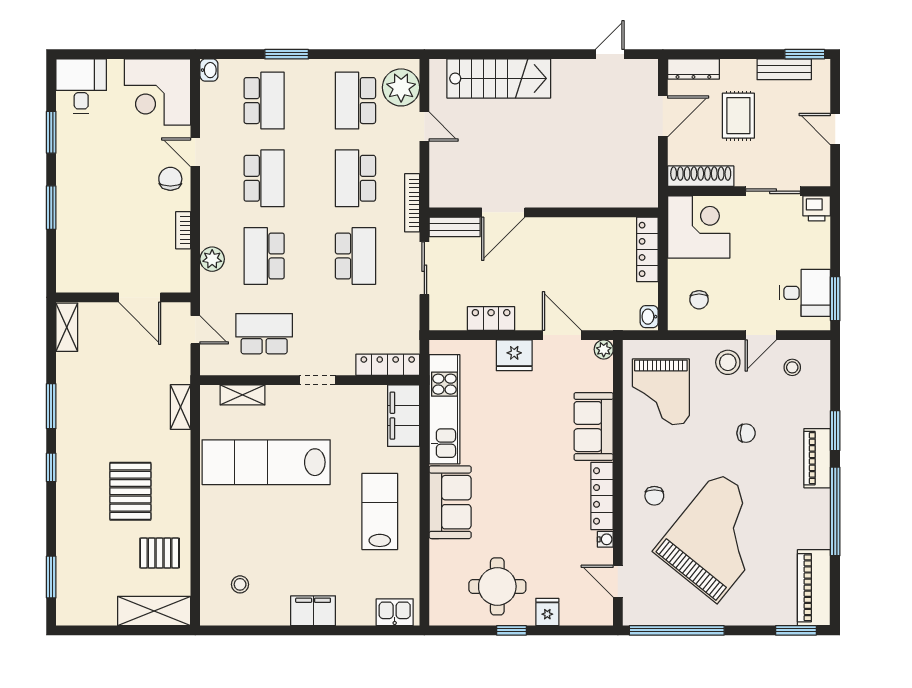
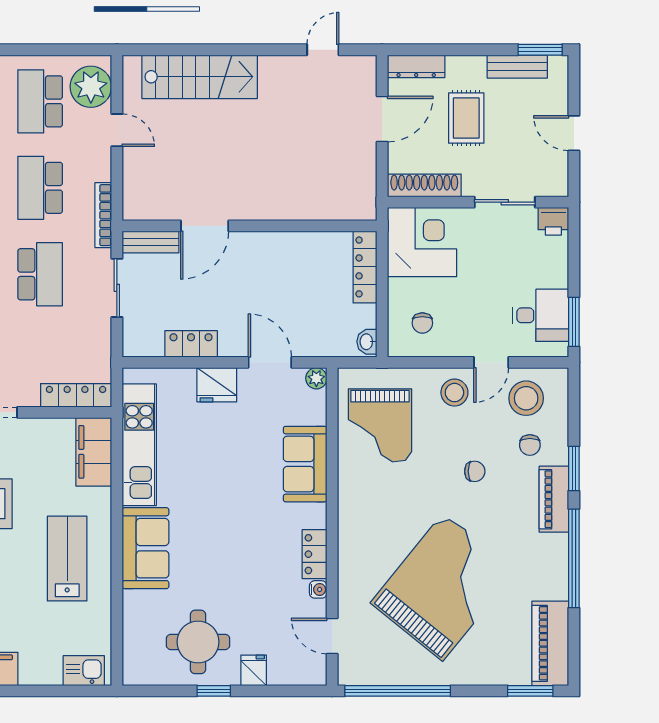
stool: (792, 367) -> (526, 398), width x1.89, depth x1.89
locker: (602, 496) -> (315, 554), width x0.66
chair: (654, 496) -> (530, 445), moved

